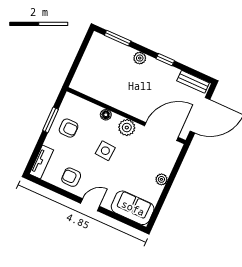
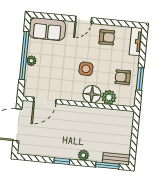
bench: (193, 82) -> (116, 159), moved
floor lamp: (106, 115) -> (92, 94), width x1.89, depth x1.89
plant: (127, 128) -> (109, 97), moved
door: (161, 132) -> (45, 100), width x0.73
window: (167, 188) -> (24, 56), added

